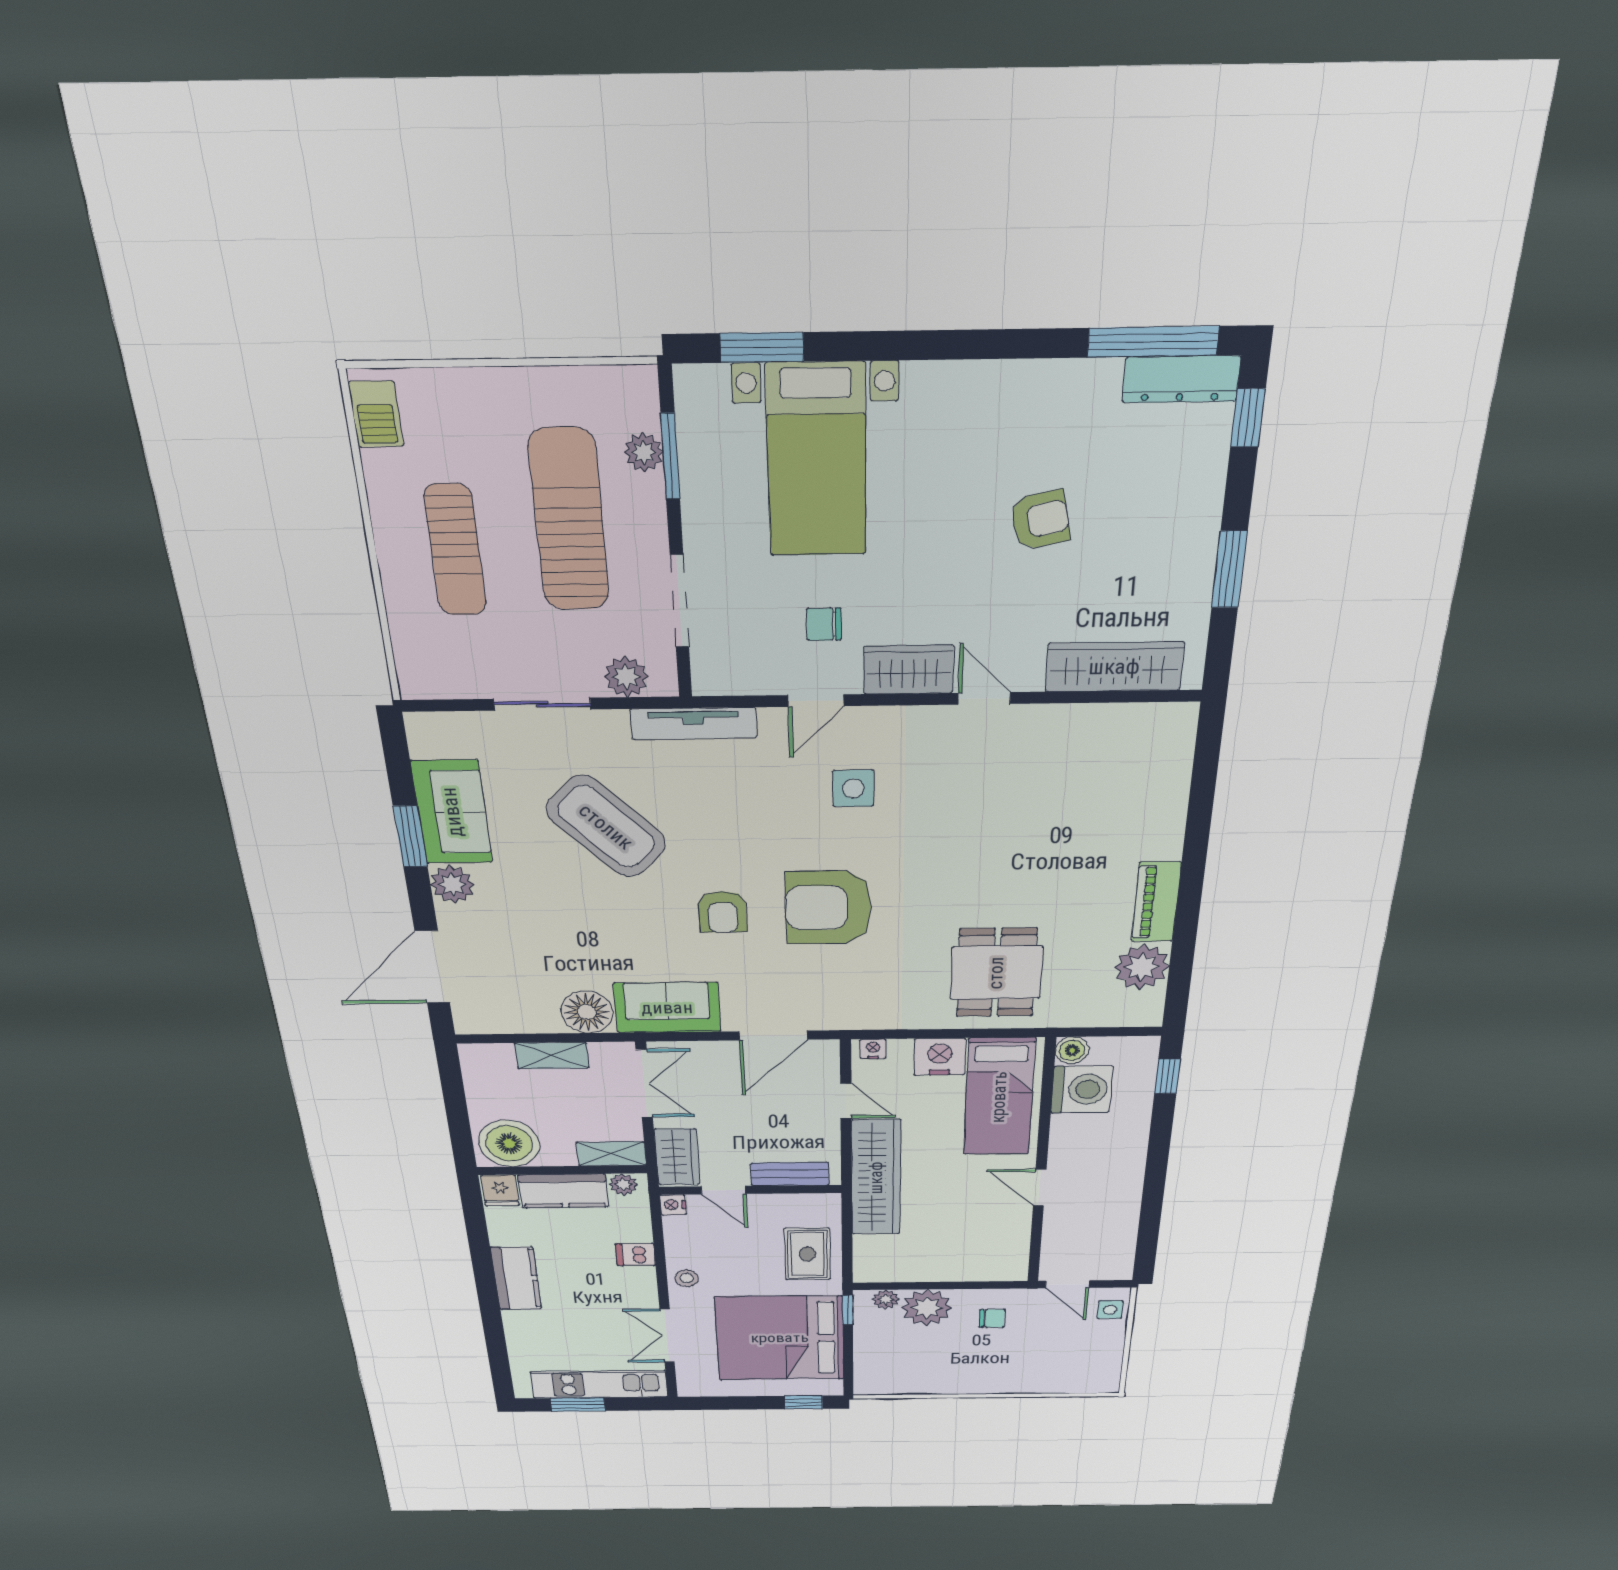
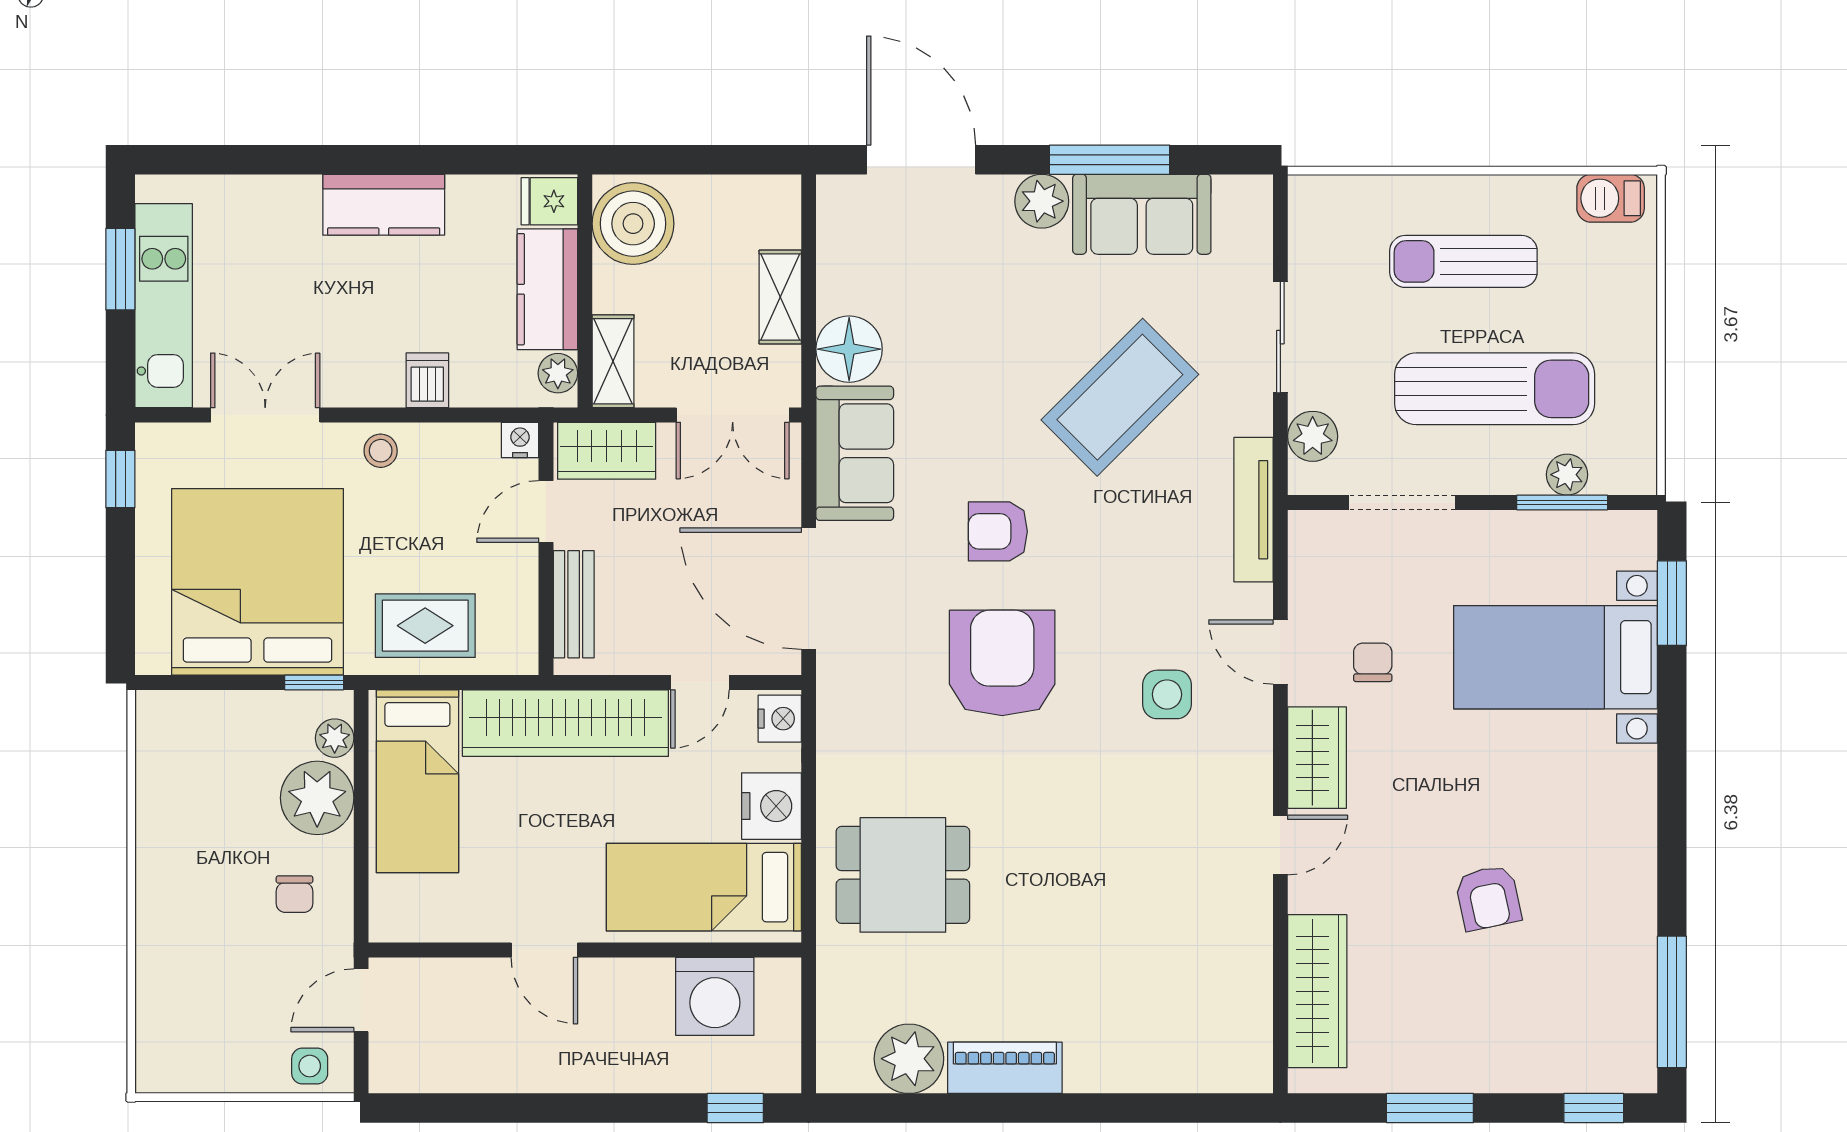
dresser: (1181, 379) -> (1634, 1035), removed
window: (410, 836) -> (1110, 160), width x1.44
door: (773, 1035) -> (809, 589), width x1.36
nightstand: (873, 1049) -> (780, 719), width x1.39, depth x1.35
boiler: (1072, 1050) -> (780, 979), removed
door: (1040, 1188) -> (544, 950), swing flipped
bed: (916, 1257) -> (417, 781), added
window: (803, 1402) -> (120, 479), moved

